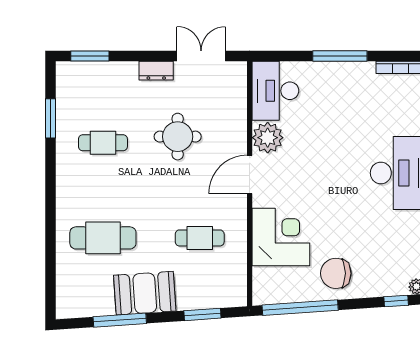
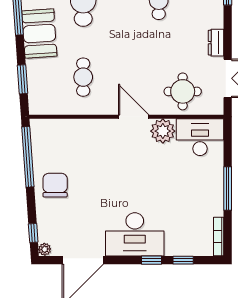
round table: (178, 137) -> (183, 91), moved
corner desk: (281, 237) -> (84, 142), removed

